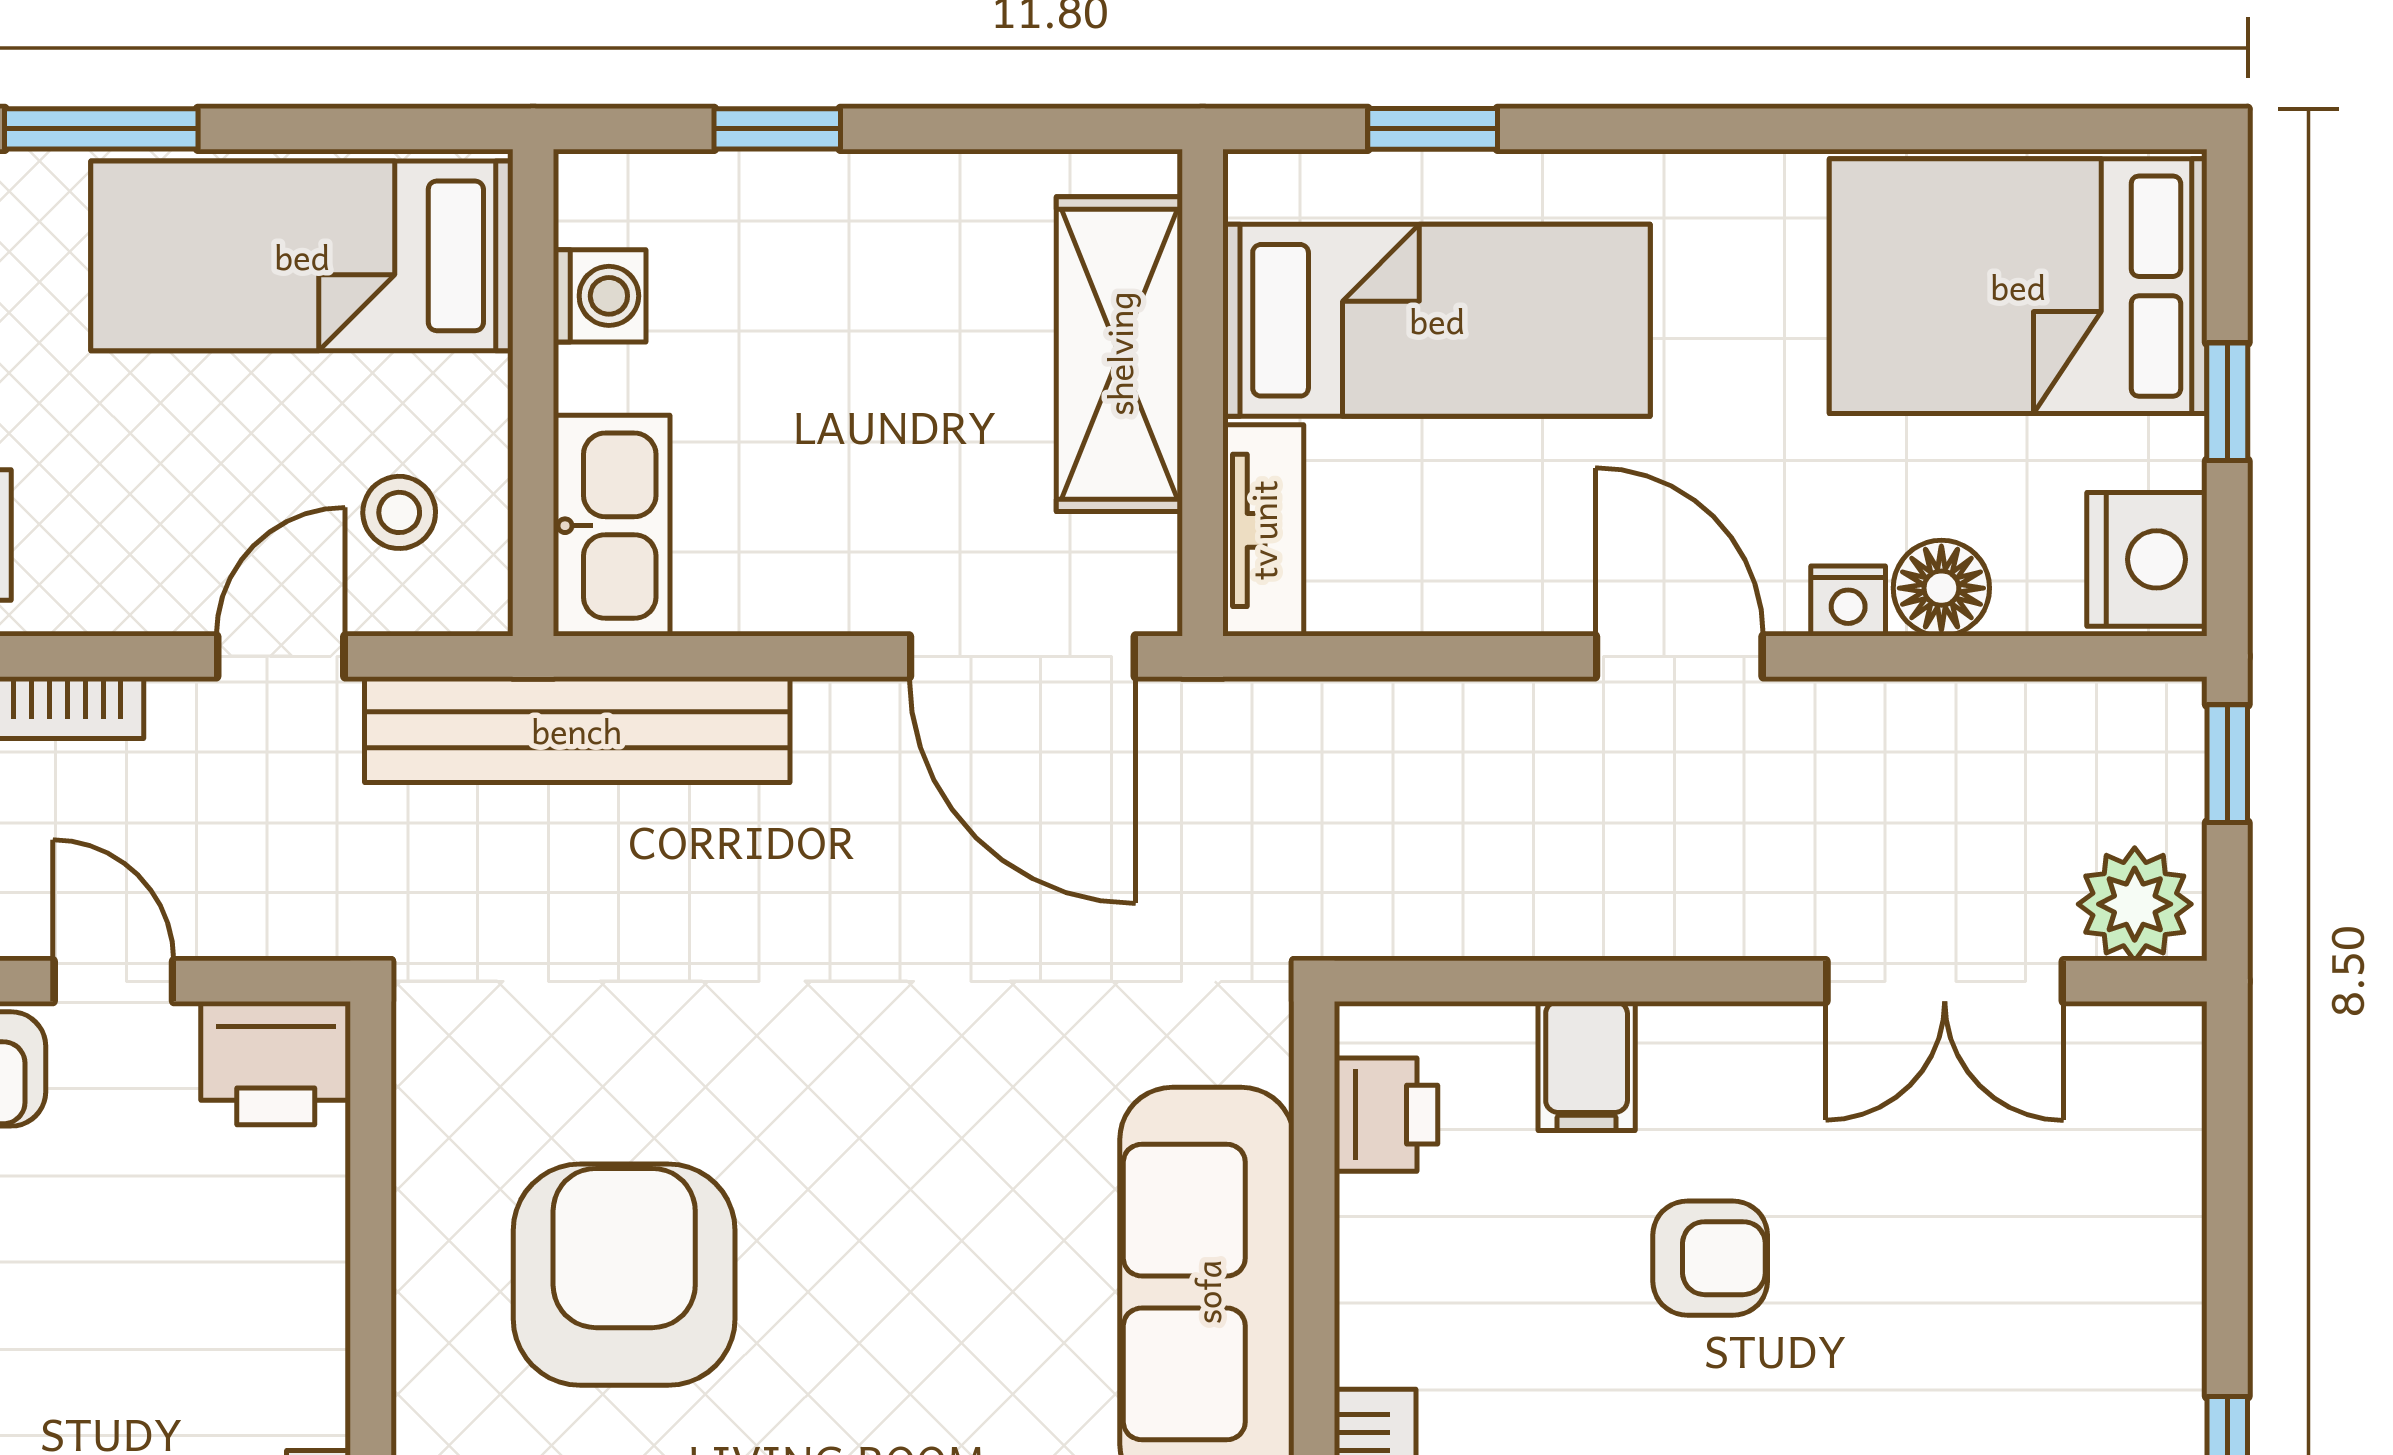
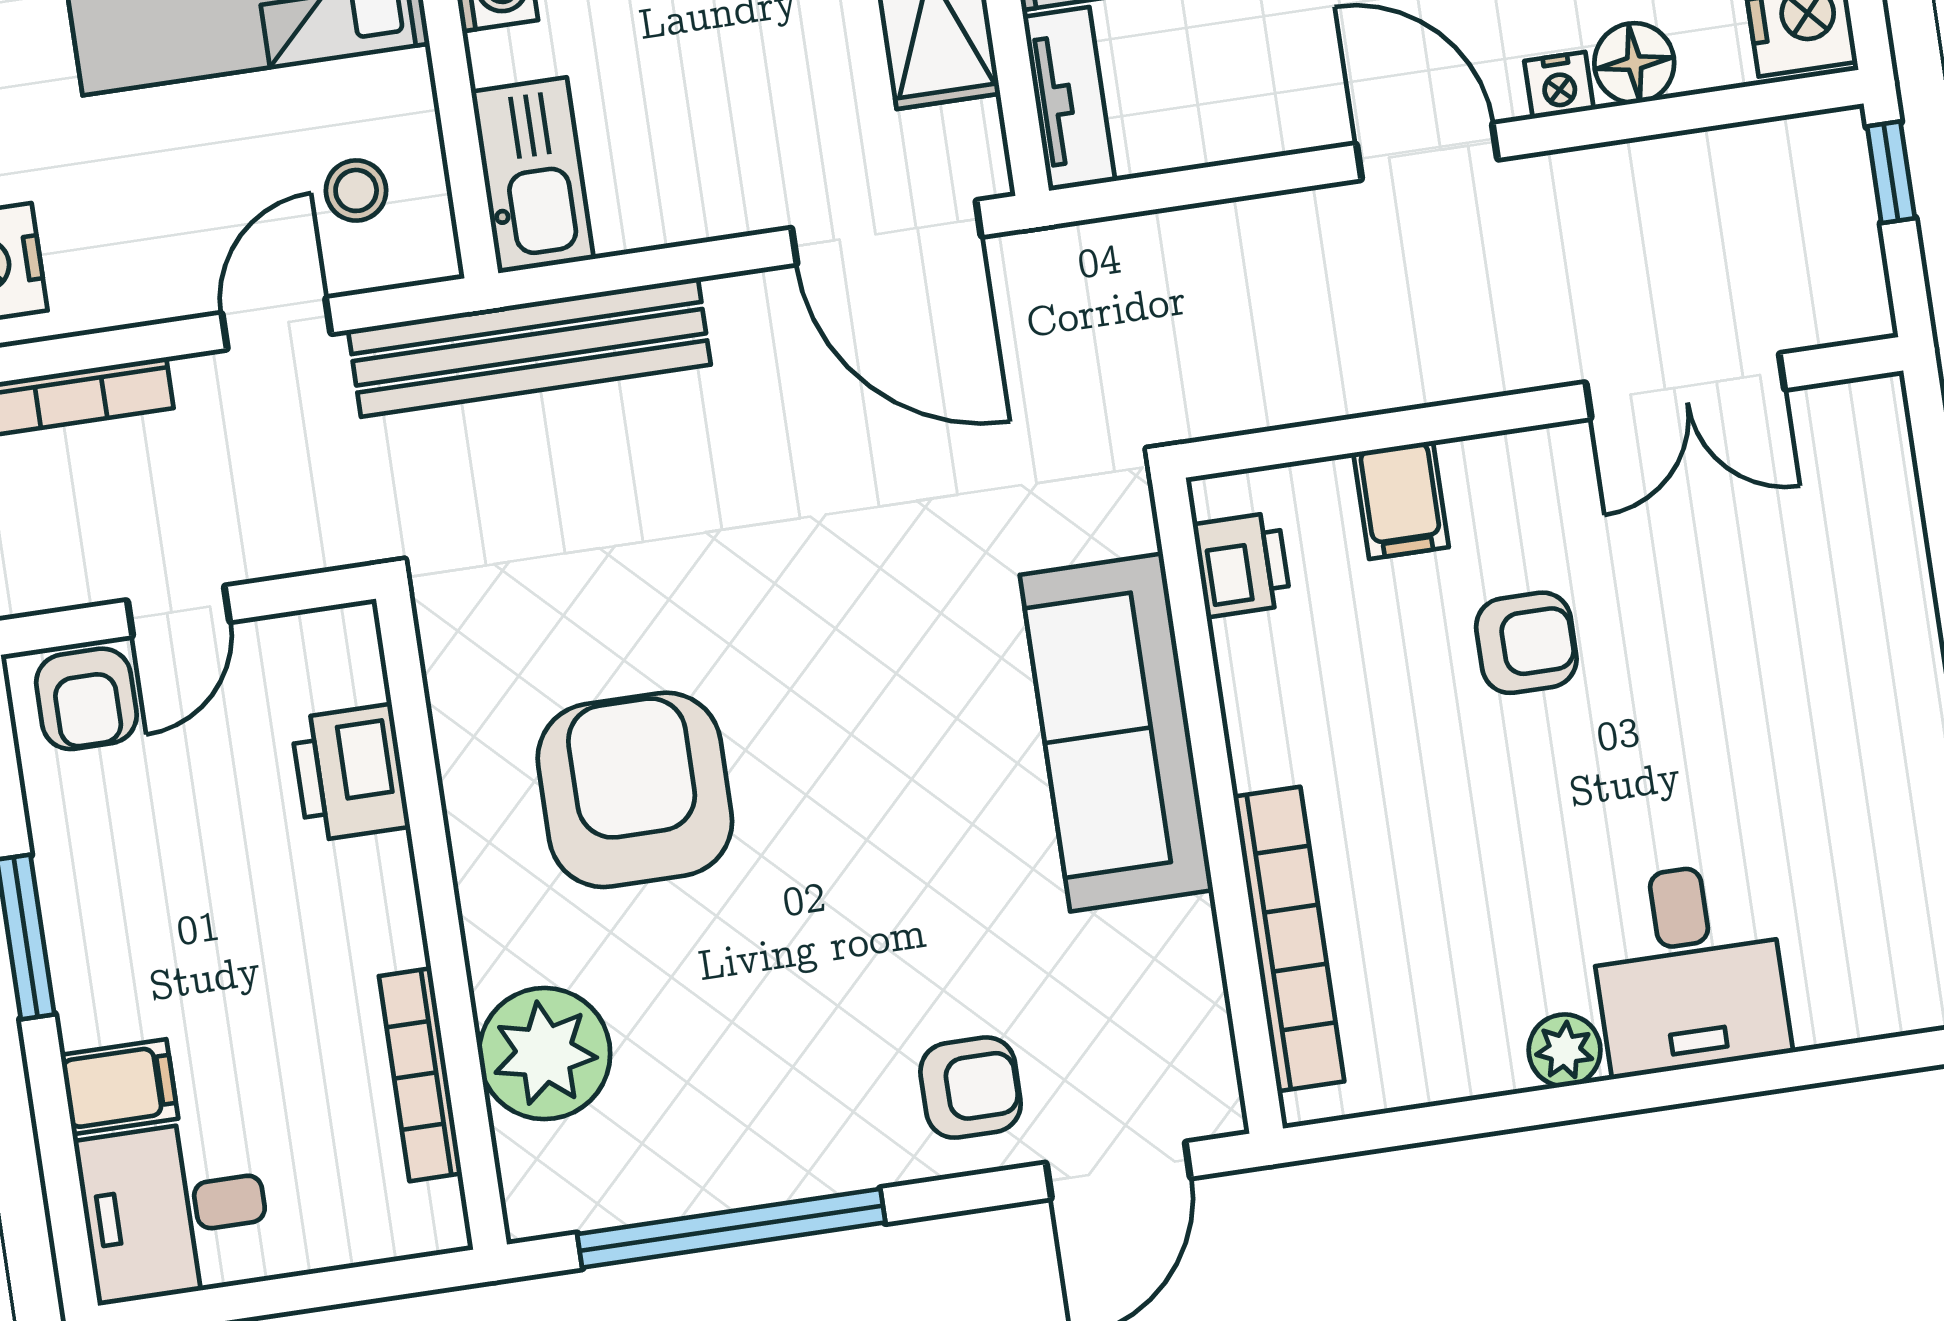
plant: (2135, 904) -> (1832, 299), removed
door: (113, 981) -> (179, 611), swing flipped
printer: (276, 1063) -> (350, 773), moved, turned 90

